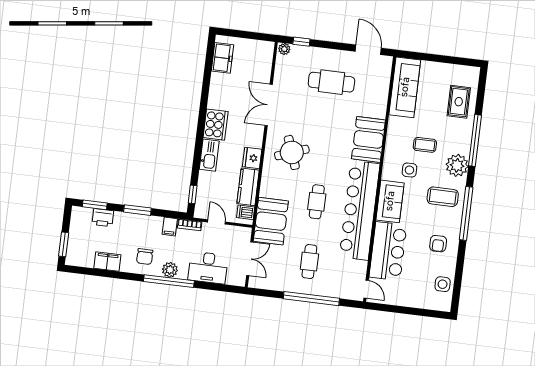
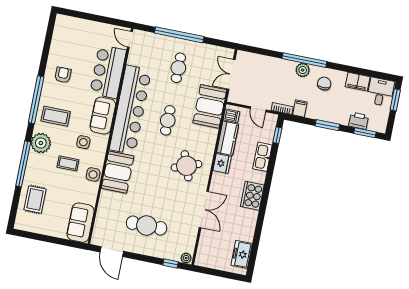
sofa: (405, 87) -> (80, 223), width x0.73
kitchen sink: (209, 155) -> (262, 157), moved
desk: (208, 268) -> (380, 92), moved, width x0.73
side table: (443, 284) -> (93, 174), moved

